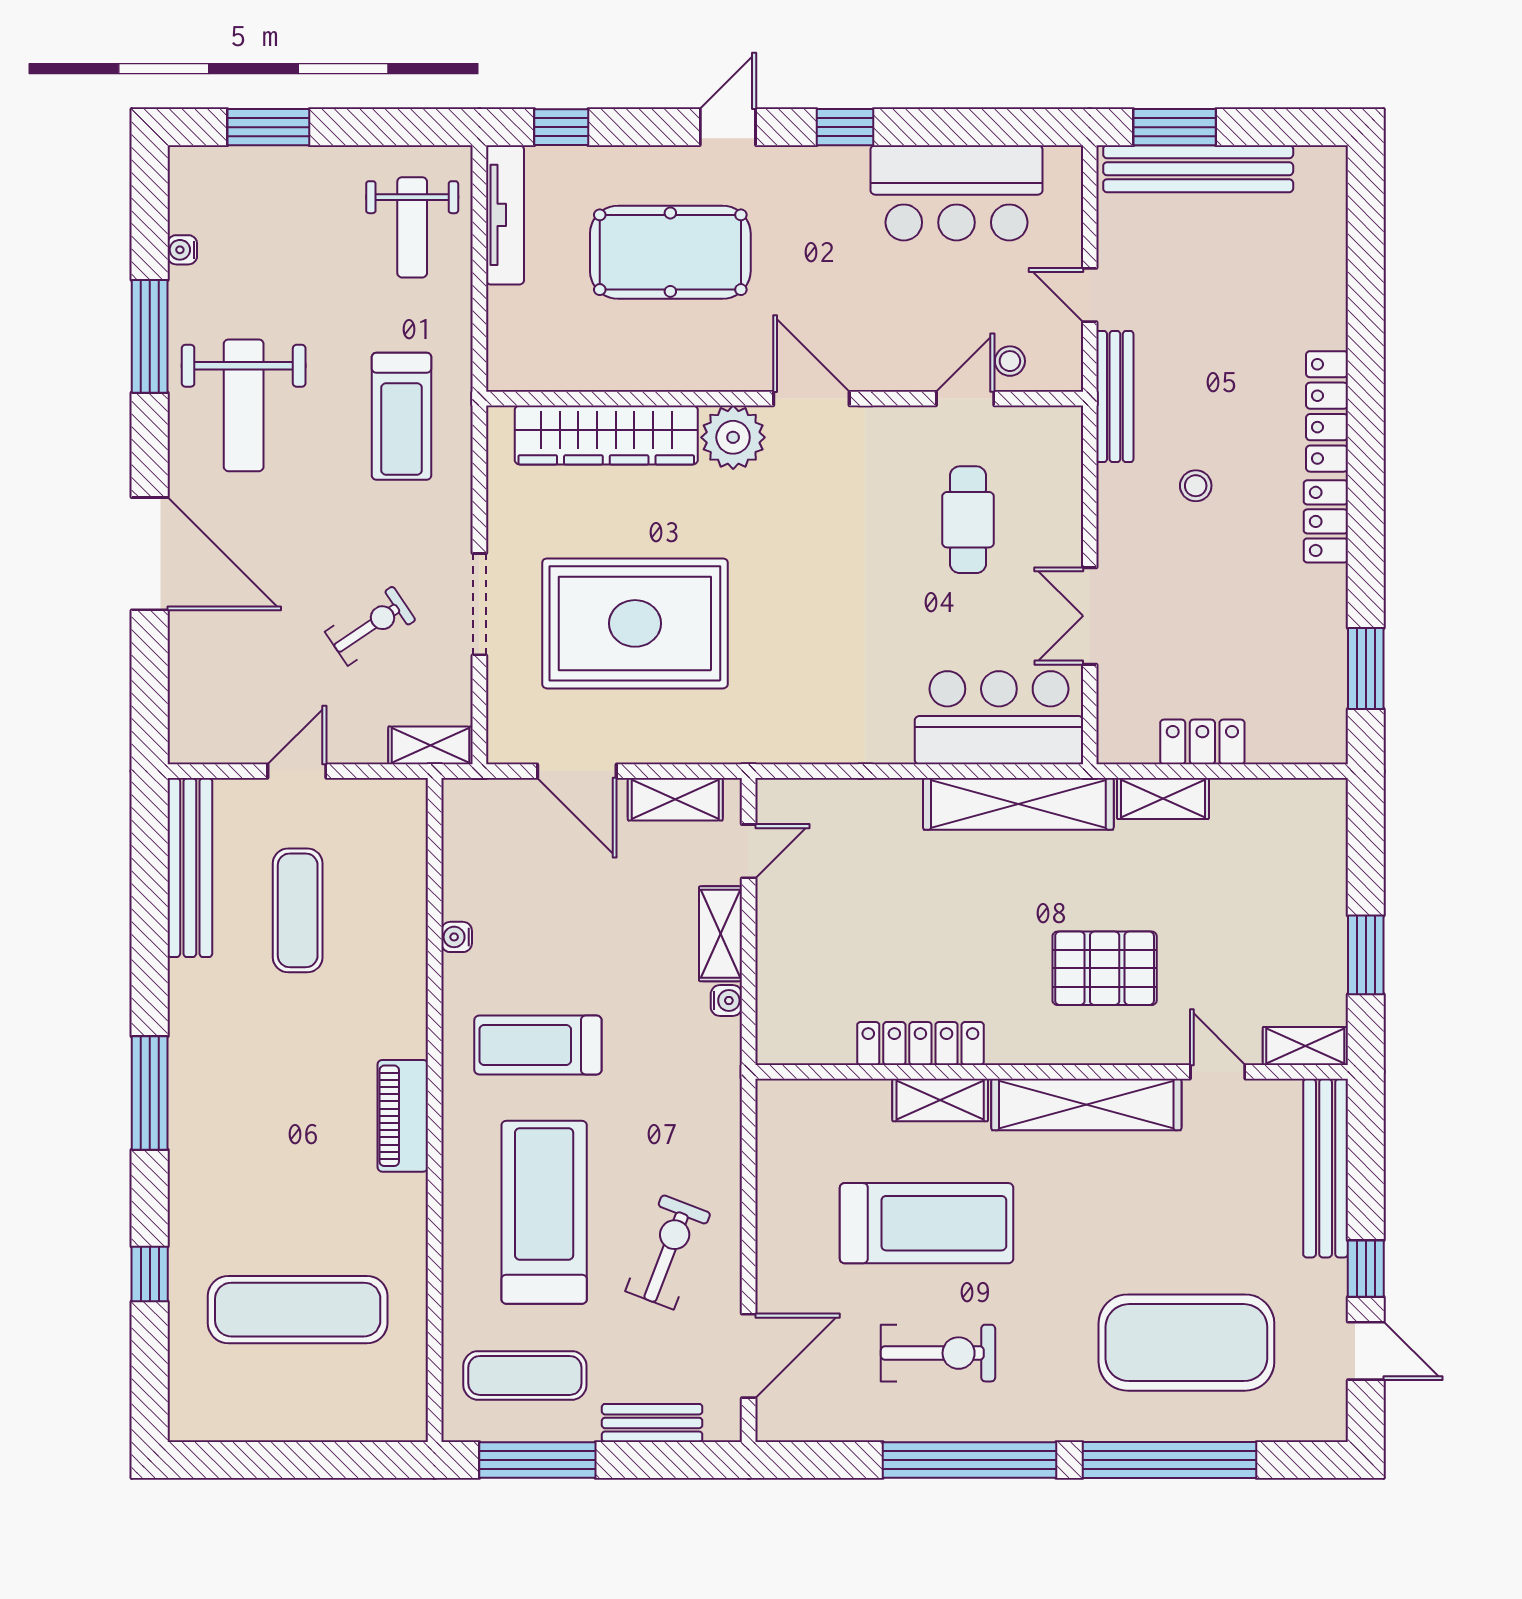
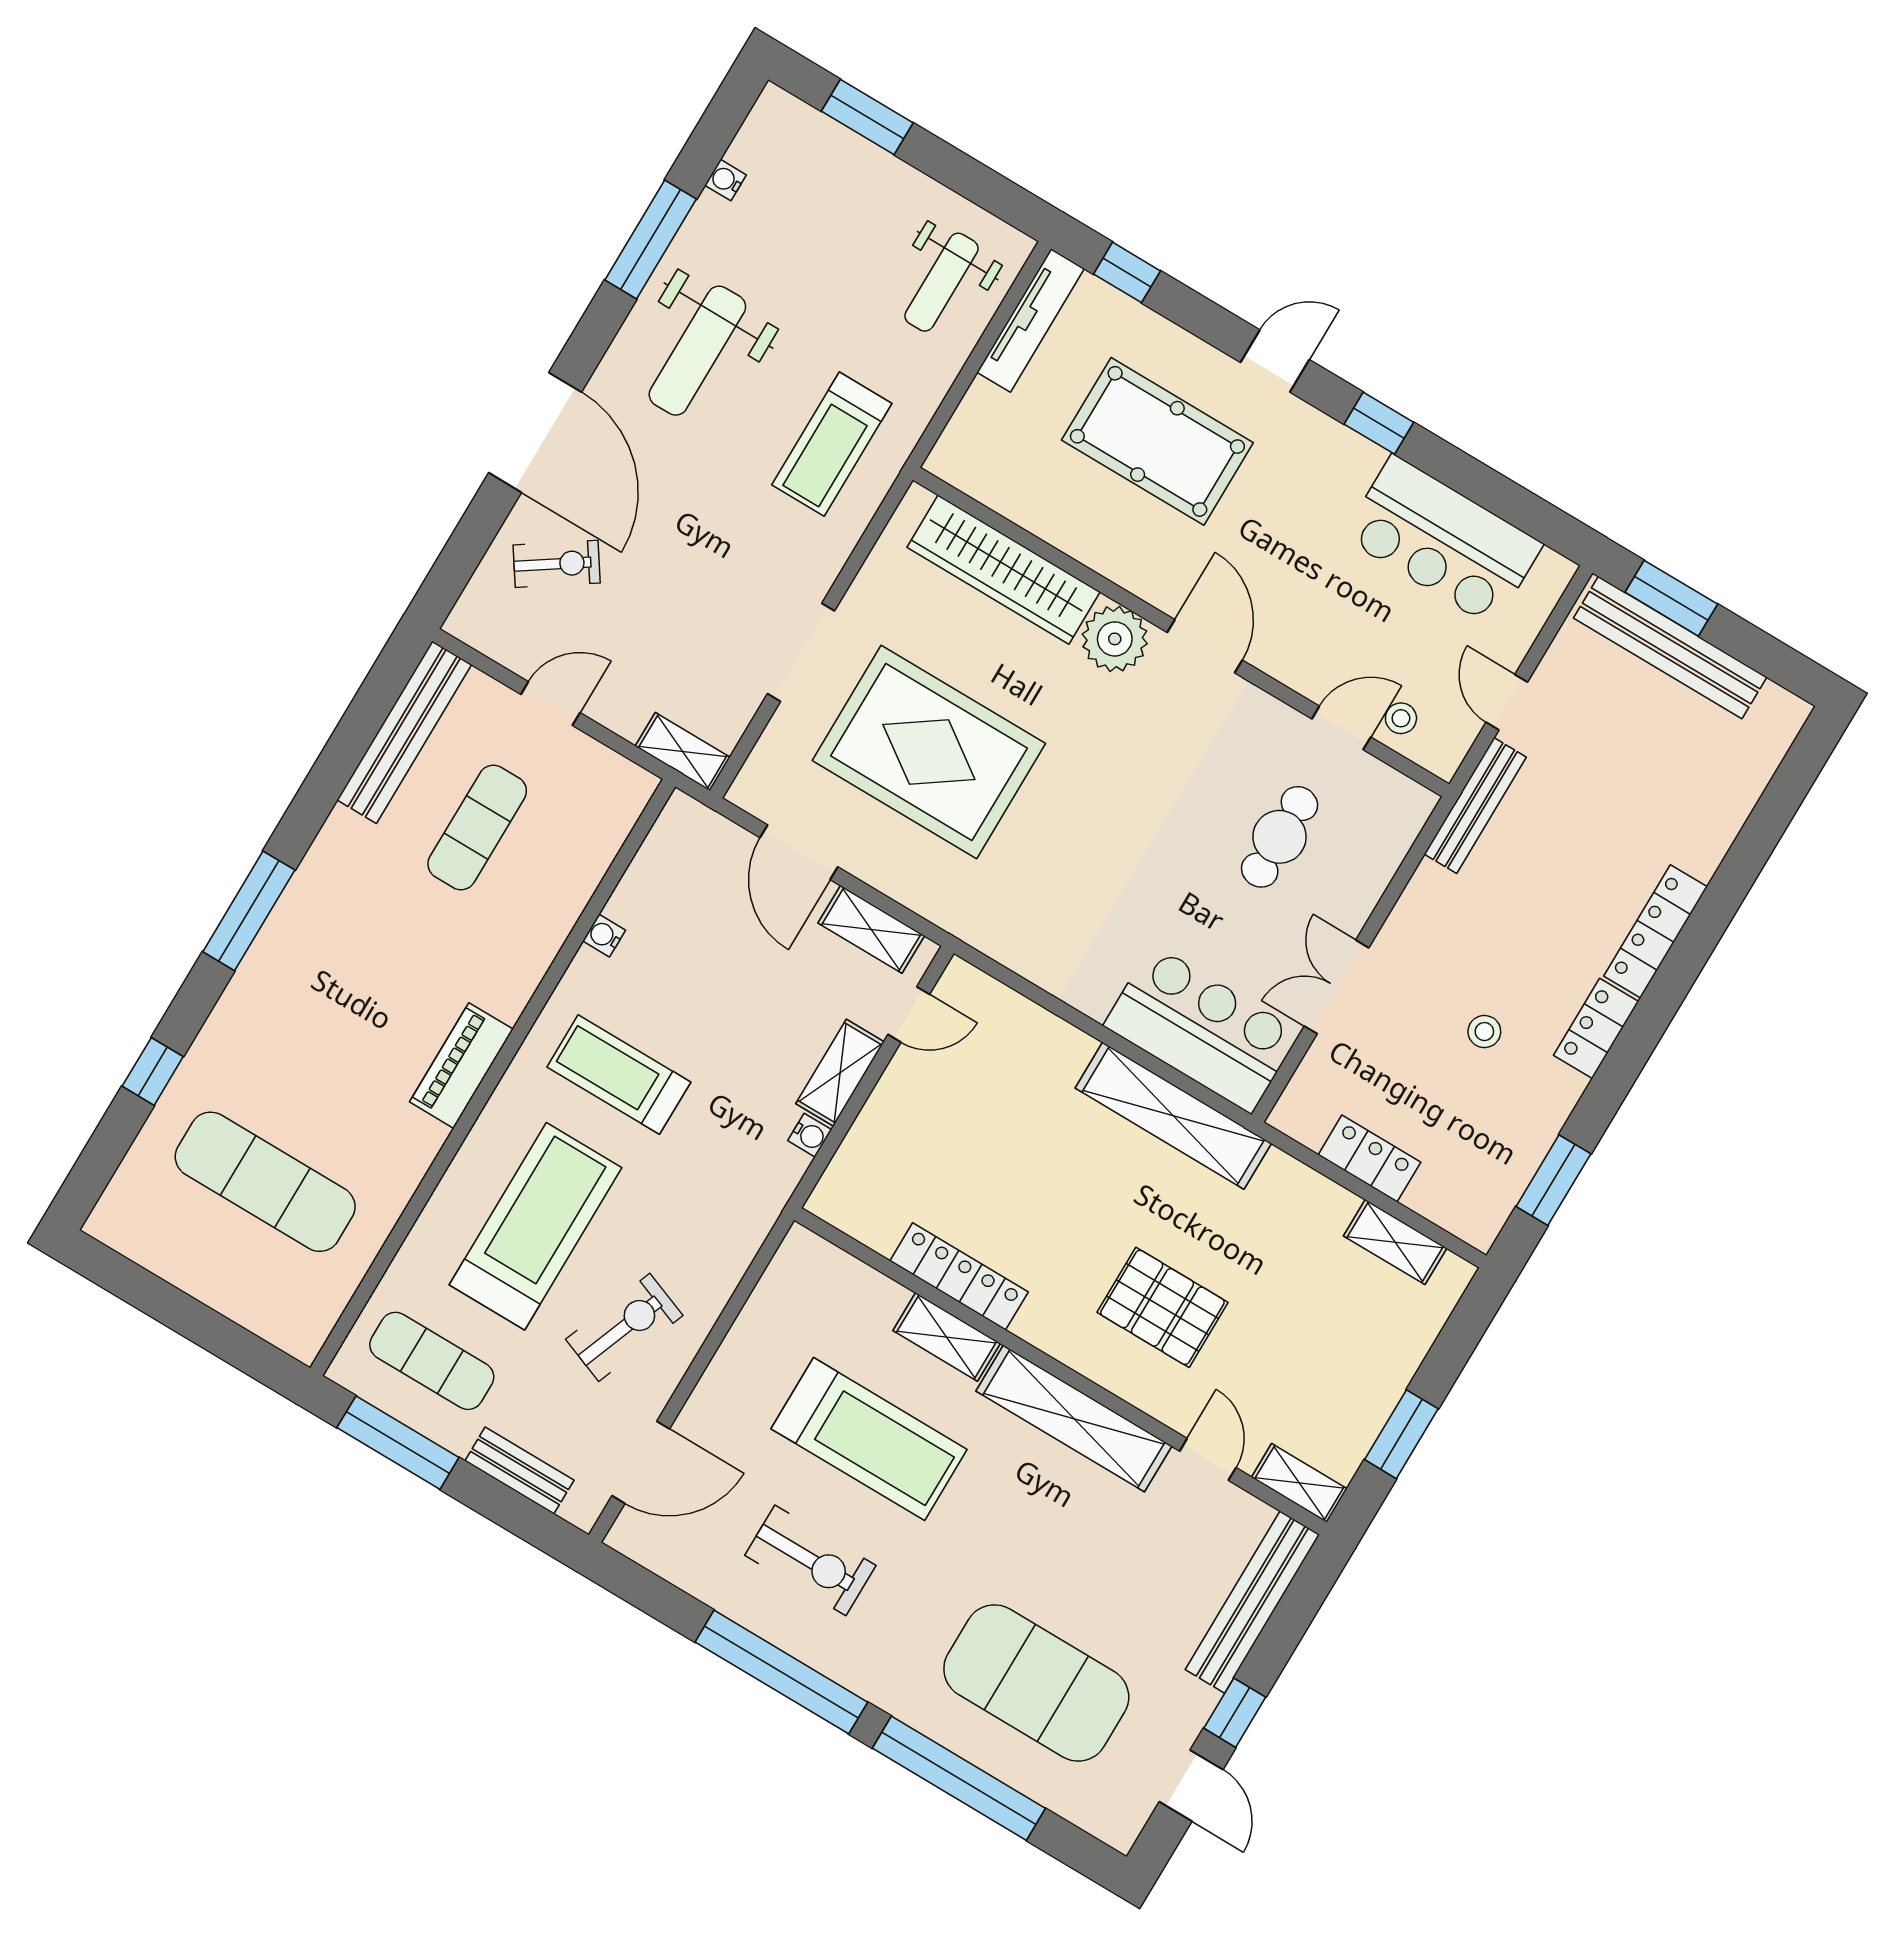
stool: (1196, 486) -> (1484, 1032), moved
exercise bike: (370, 626) -> (557, 564), moved
shelving: (1163, 799) -> (1395, 1242), moved

